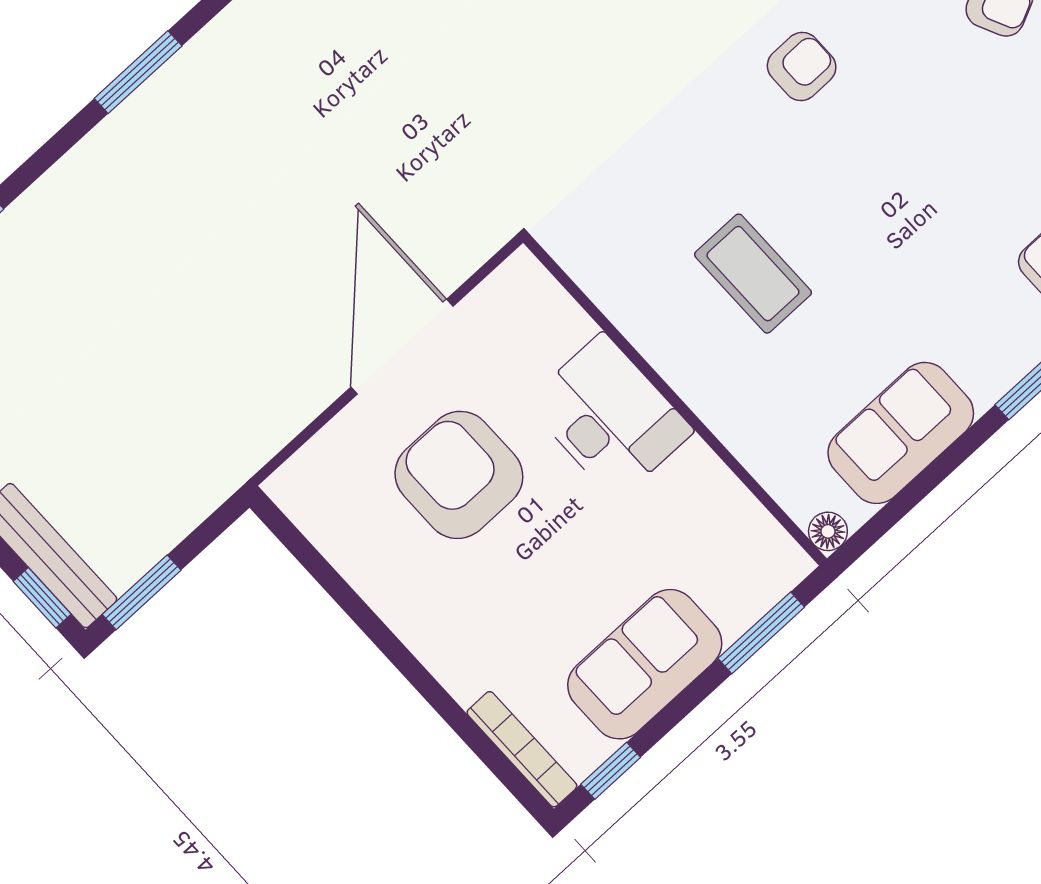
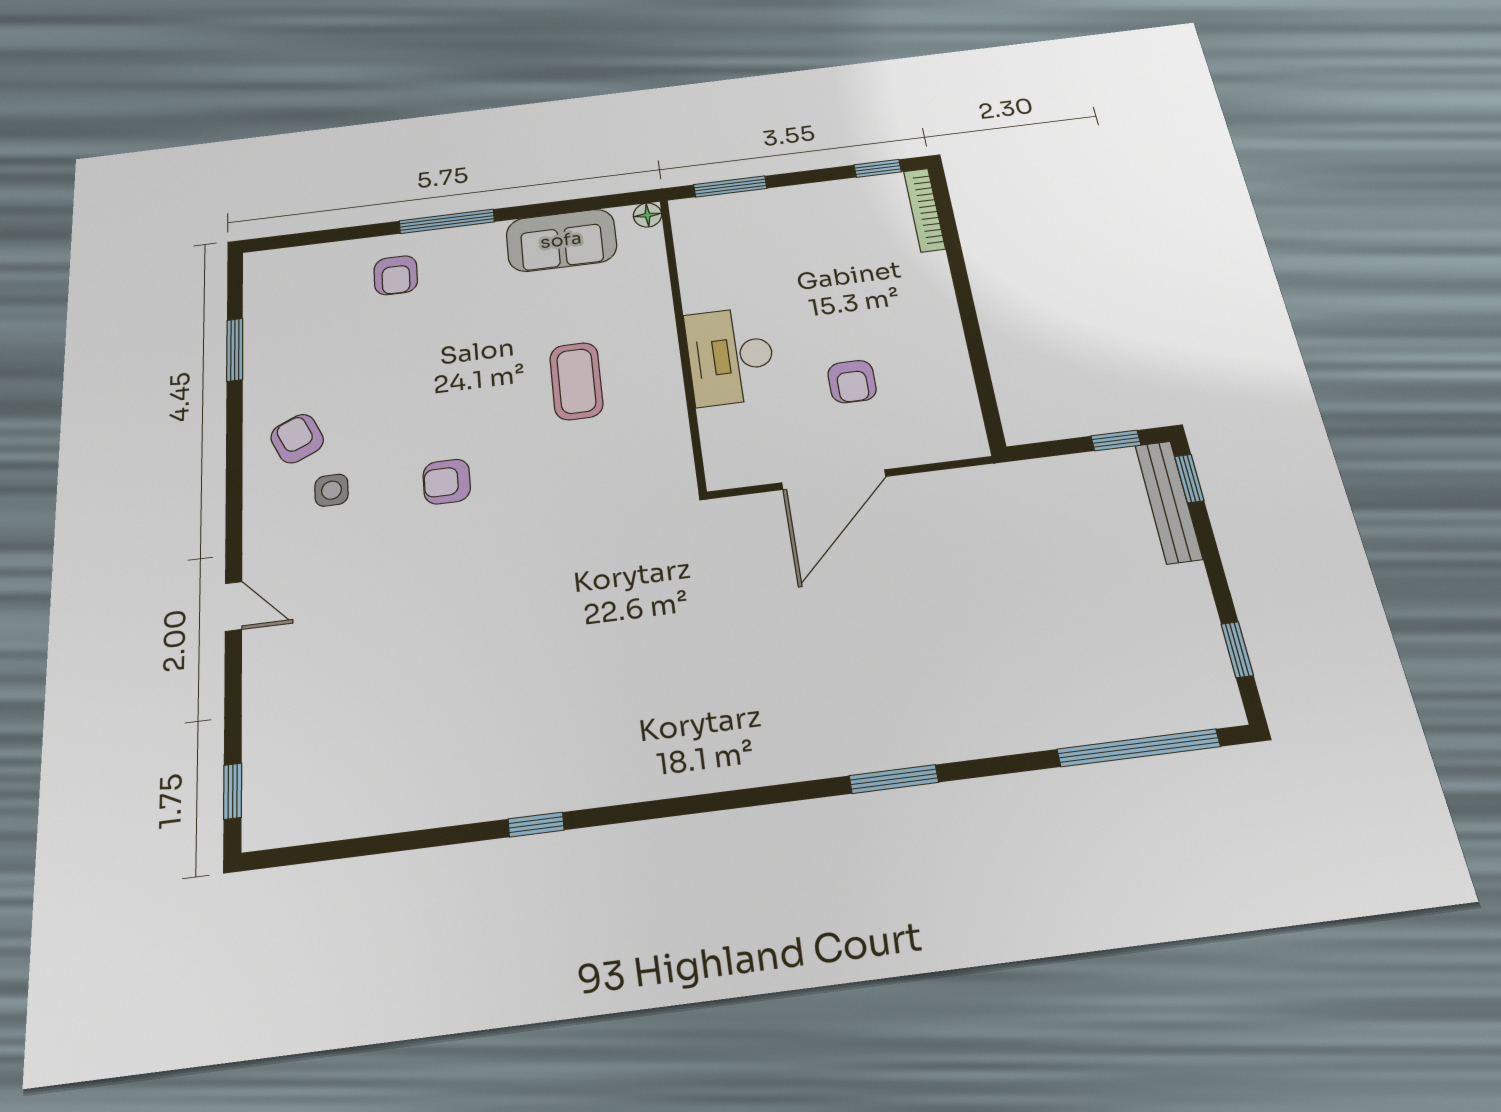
armchair: (459, 475) -> (852, 382), width x0.53, depth x0.53
window: (142, 592) -> (1116, 440), width x0.67
sofa: (645, 664) -> (814, 211), removed

